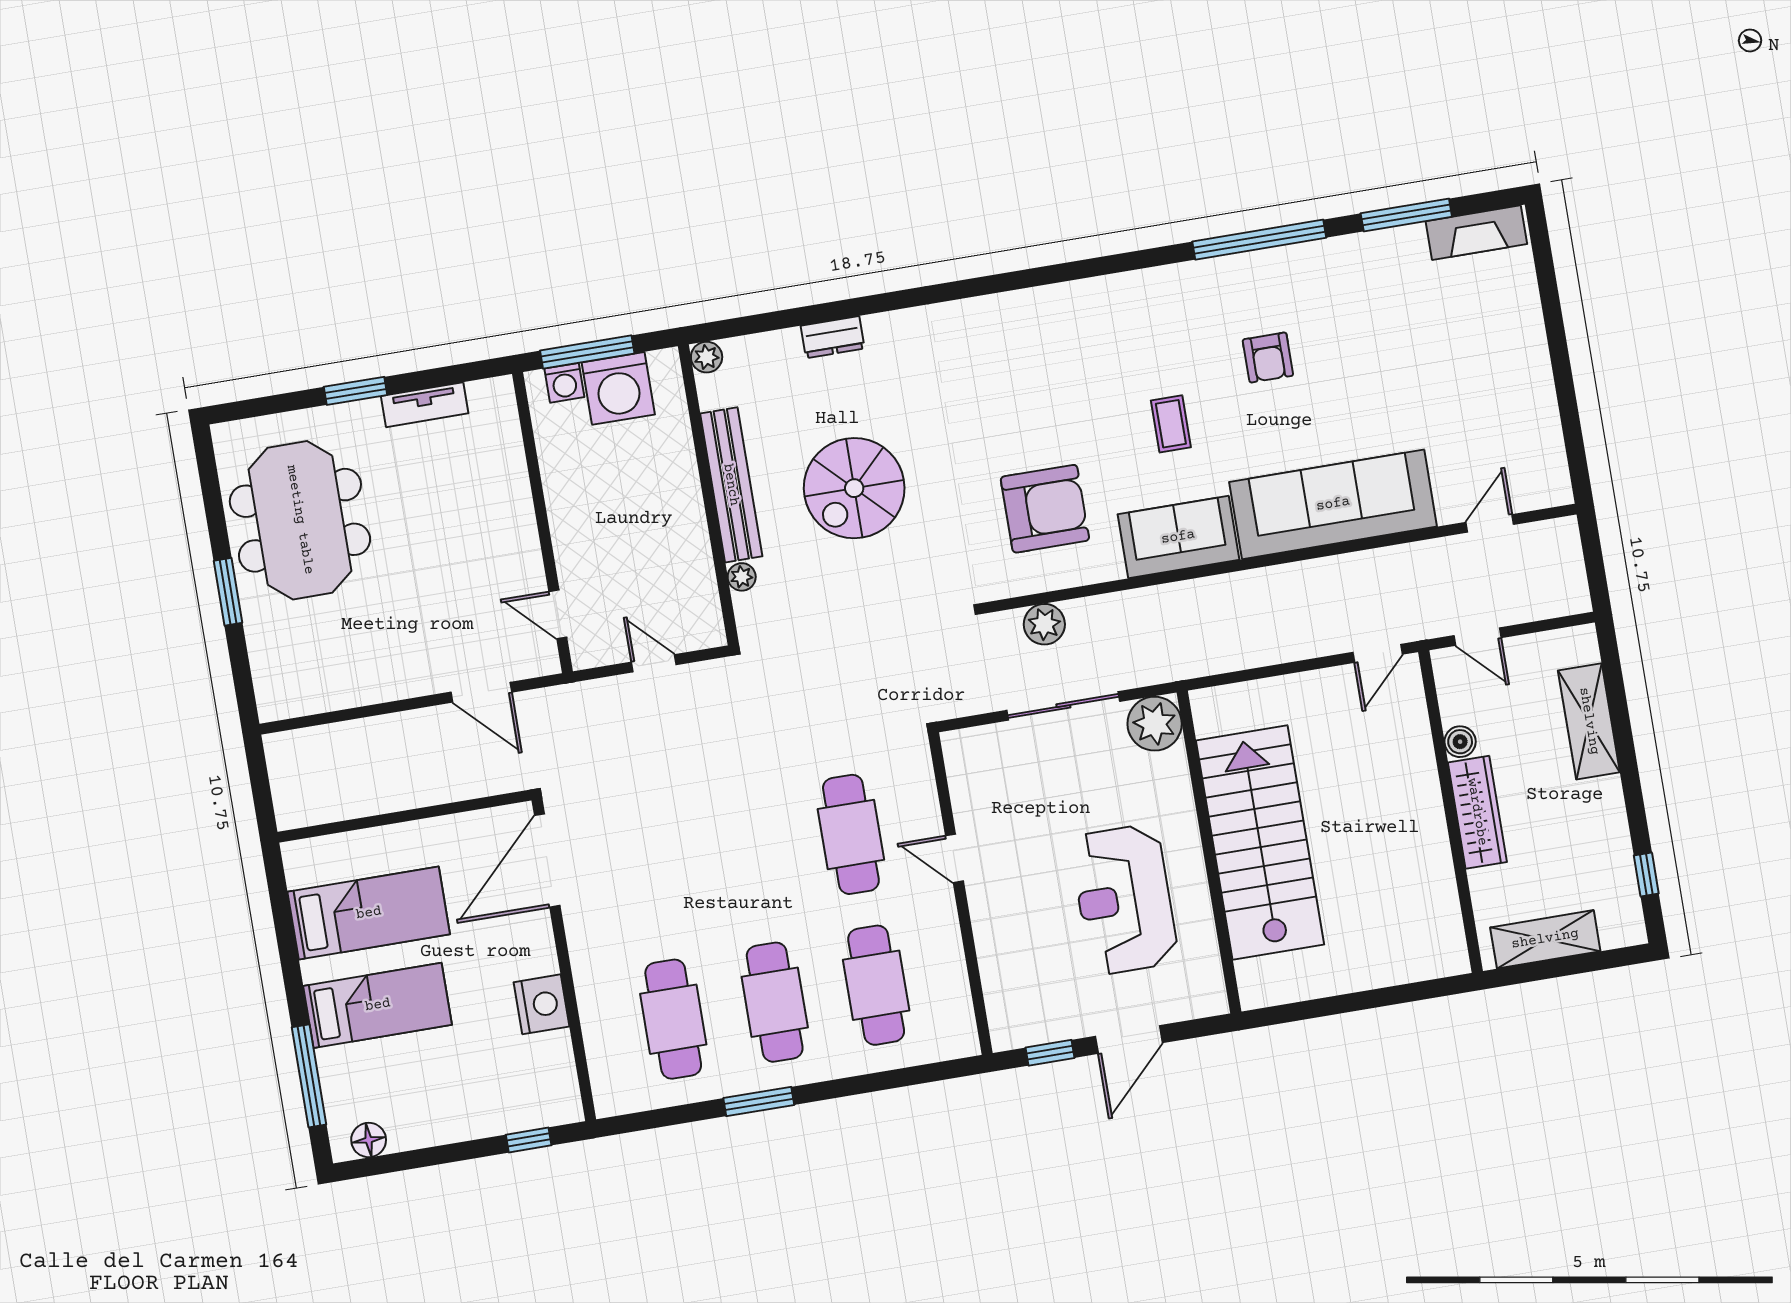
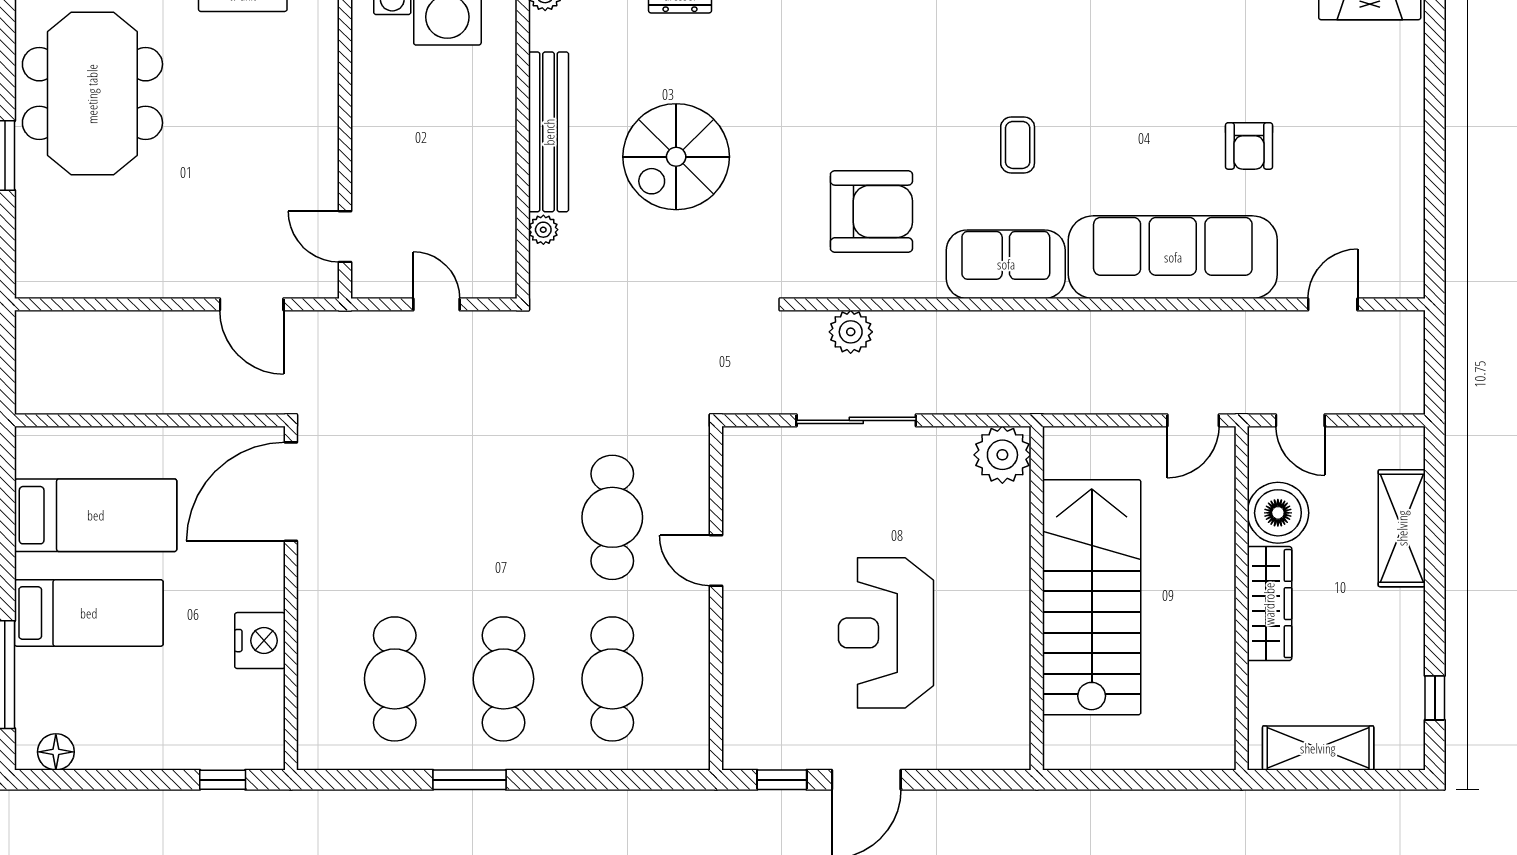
armchair: (1268, 357) -> (1249, 146), moved
plant: (1155, 724) -> (1002, 455), moved
boiler: (1460, 742) -> (1278, 513), width x1.86, depth x1.86
stairs: (1260, 843) -> (1092, 597), moved
wall: (1209, 852) -> (1037, 598), moved

